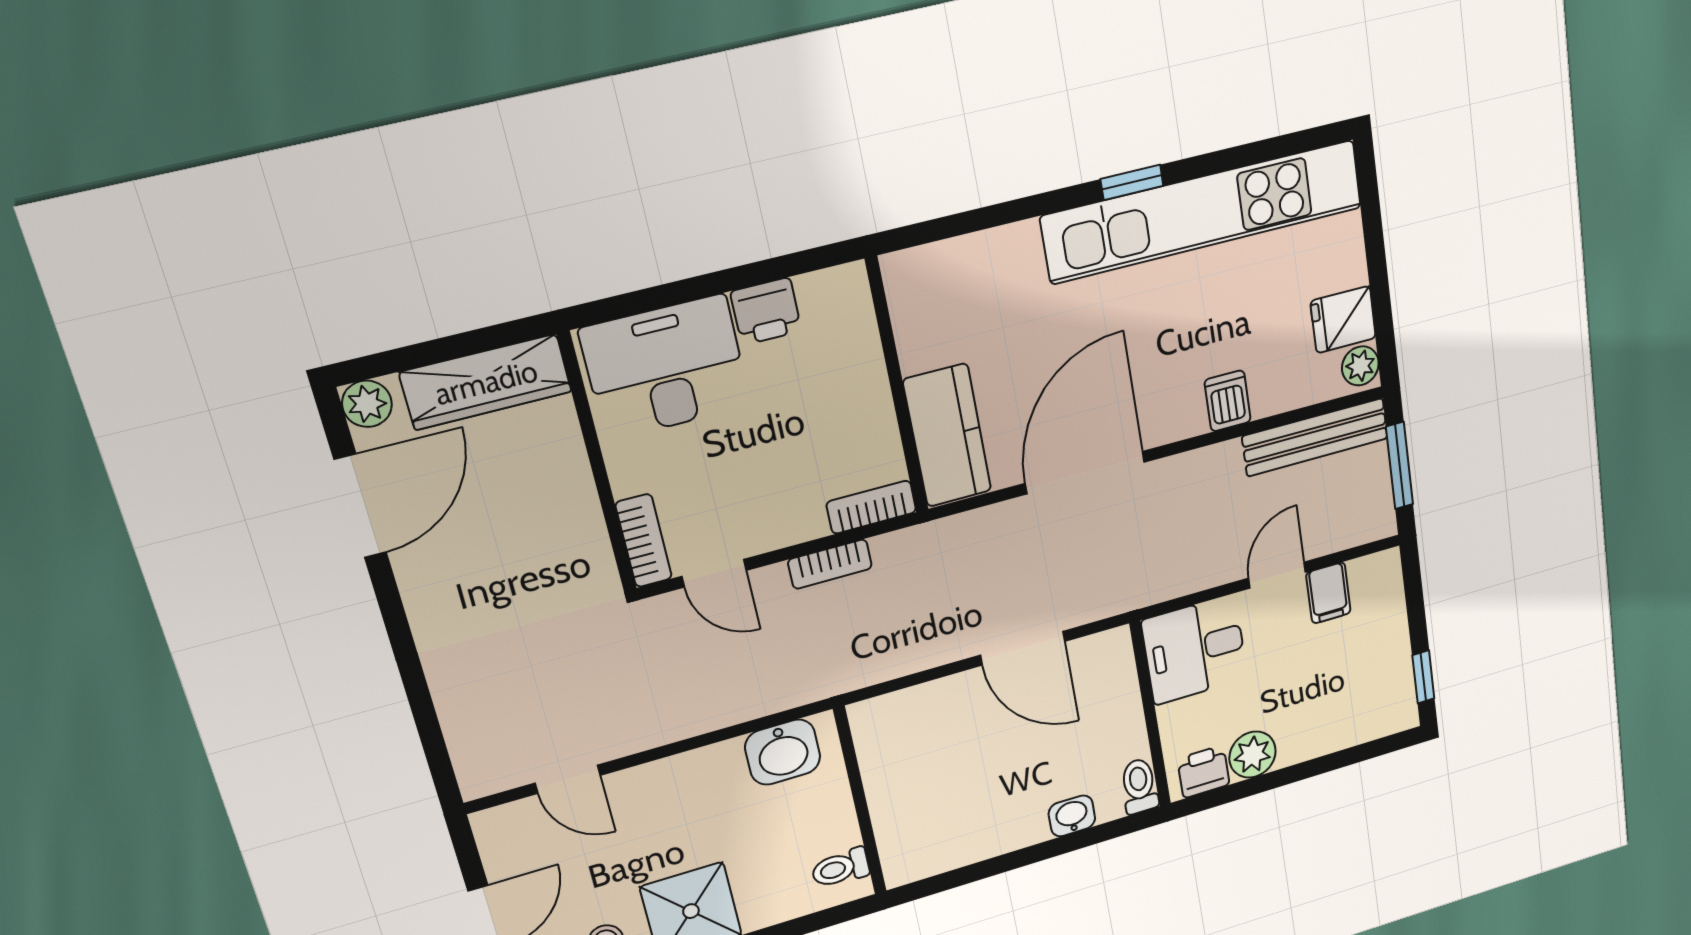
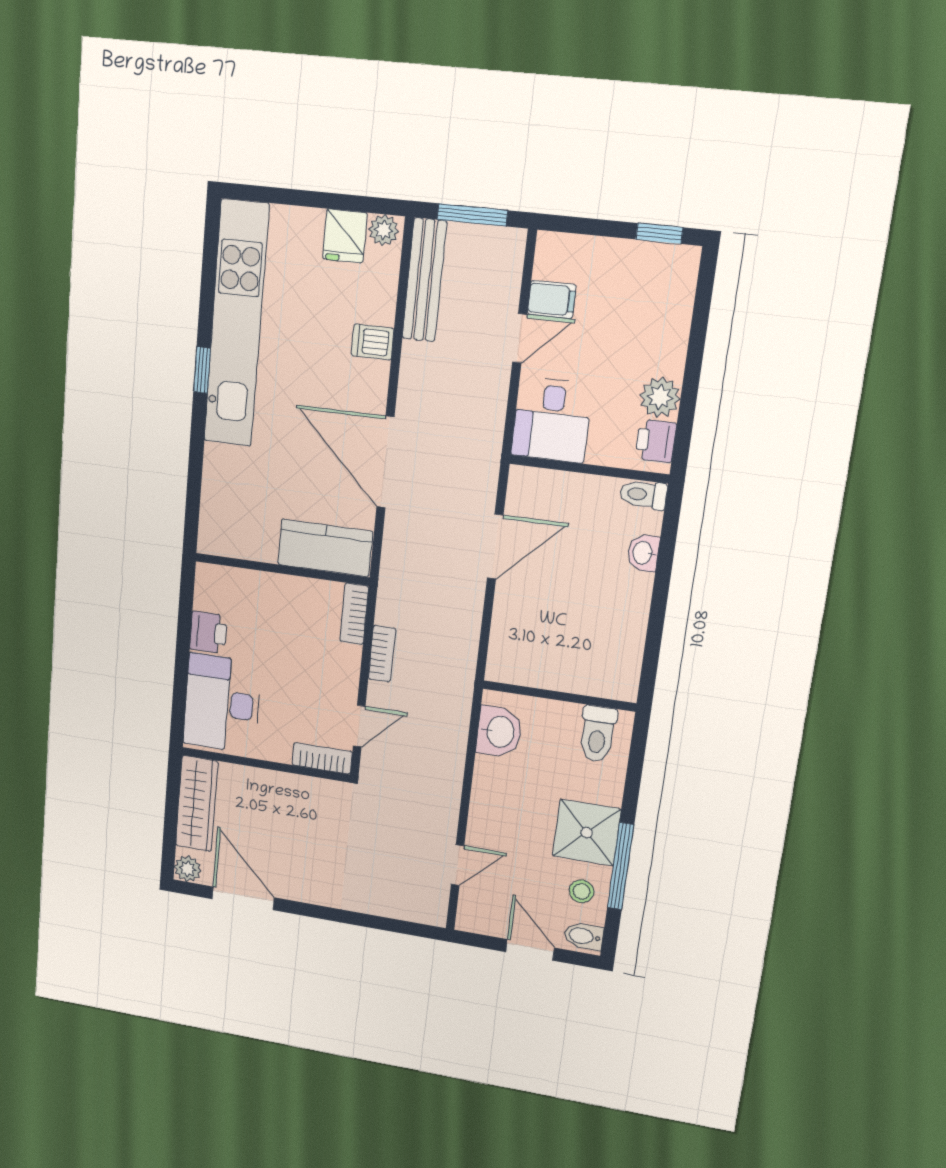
door: (1277, 575) -> (520, 338), swing flipped
toilet: (840, 868) -> (597, 734), width x1.37, depth x1.39

